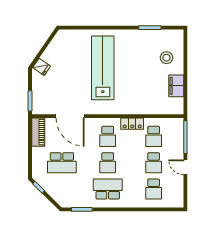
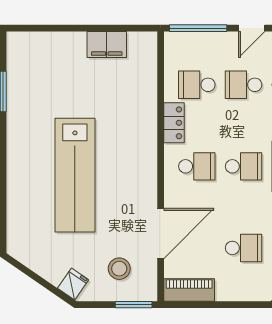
stool: (166, 58) -> (119, 269), moved
lab bench: (103, 68) -> (75, 175), turned -90
school desk: (154, 136) -> (197, 85), turned 180
school desk: (62, 163) -> (244, 248), width x0.54
school desk: (154, 163) -> (244, 85), turned 180

